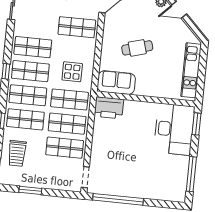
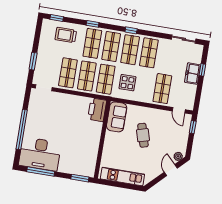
desk: (174, 129) -> (40, 154), moved
window: (30, 190) -> (33, 61), moved
window: (118, 199) -> (22, 129), moved

